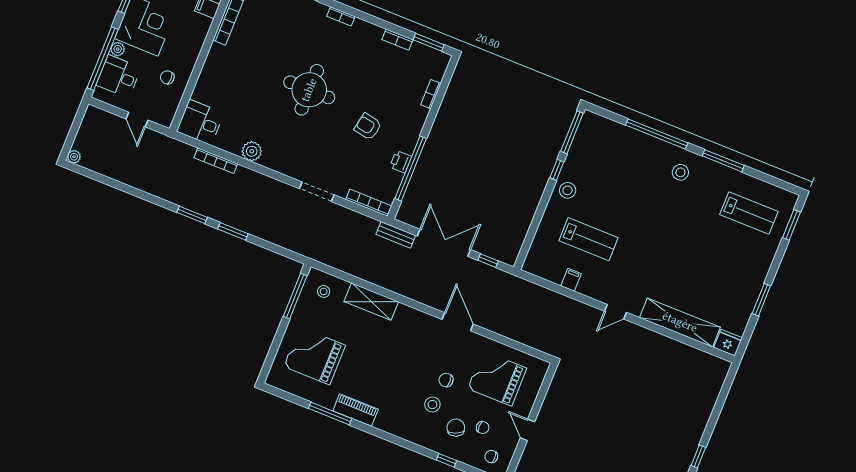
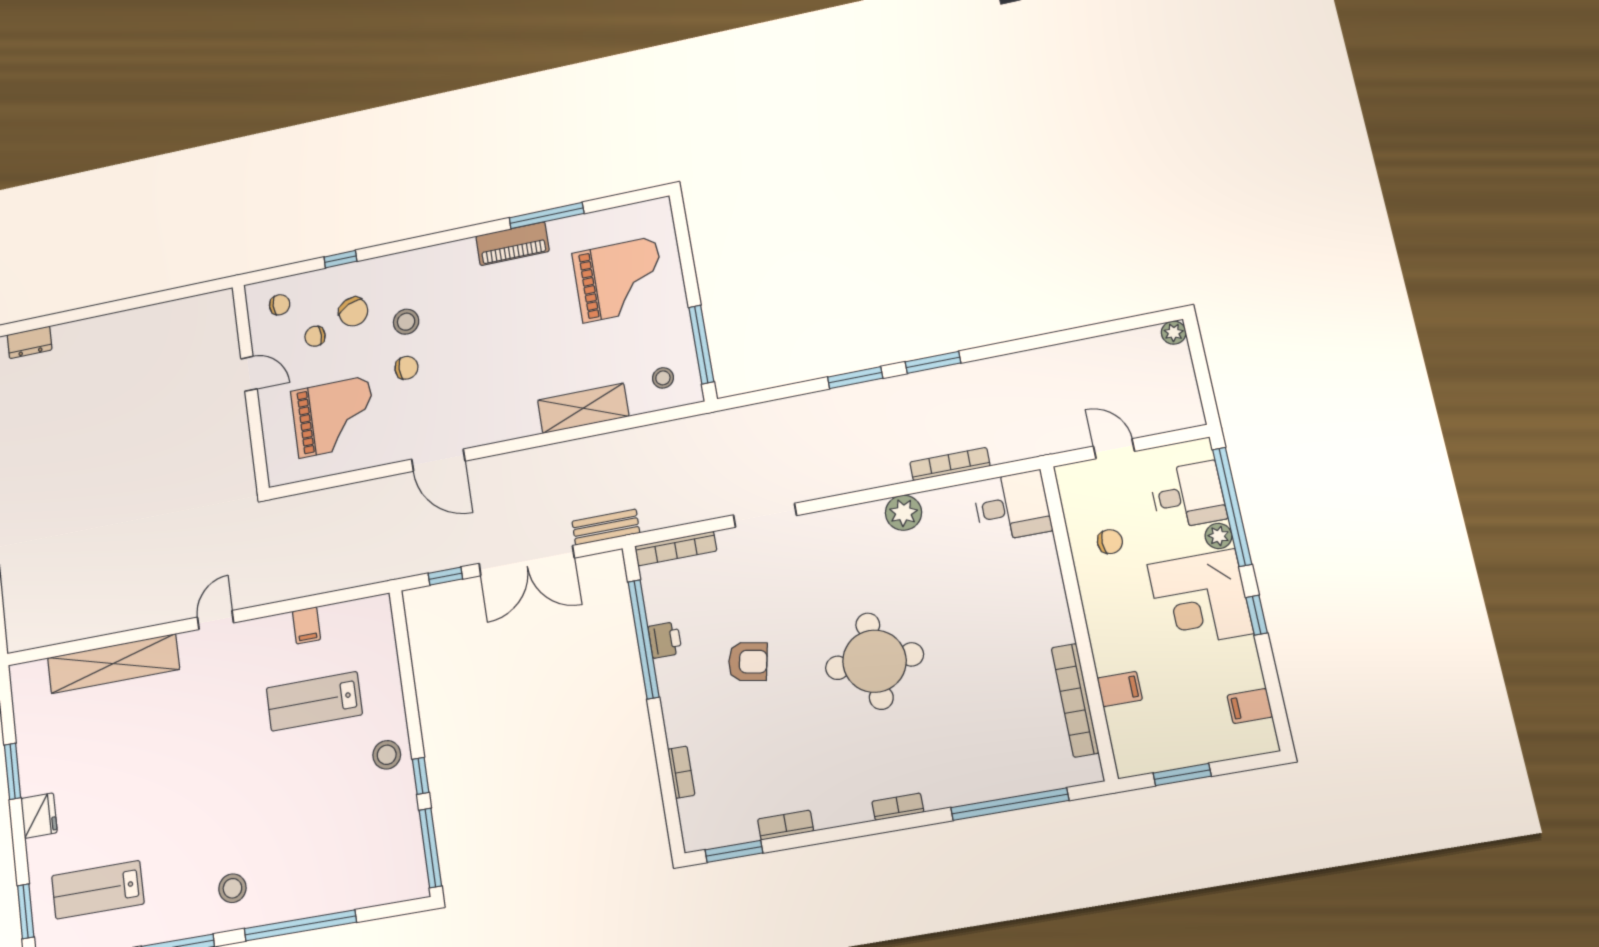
fridge: (728, 343) -> (39, 816), moved, turned -90

